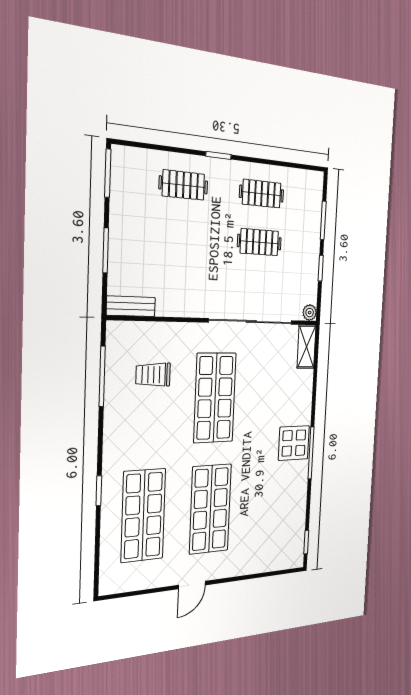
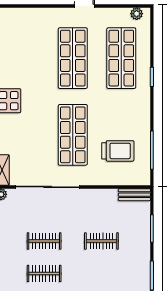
clothes rail: (183, 185) -> (101, 241), moved
trolley: (153, 375) -> (118, 151), width x1.36, depth x1.39
plant: (119, 584) -> (137, 14), added

